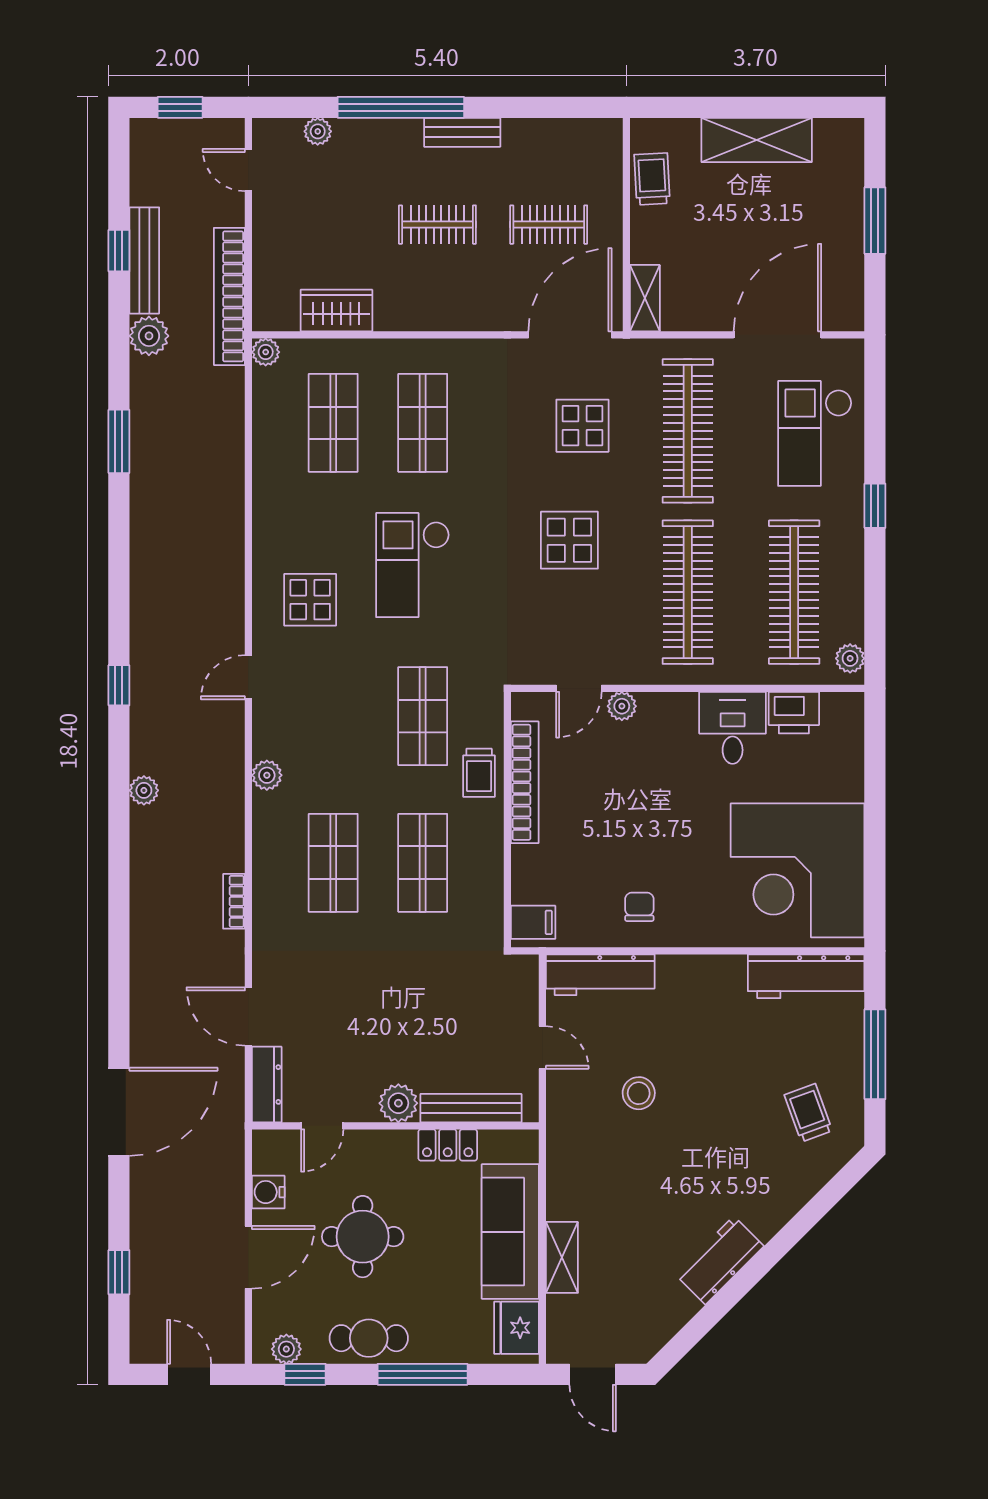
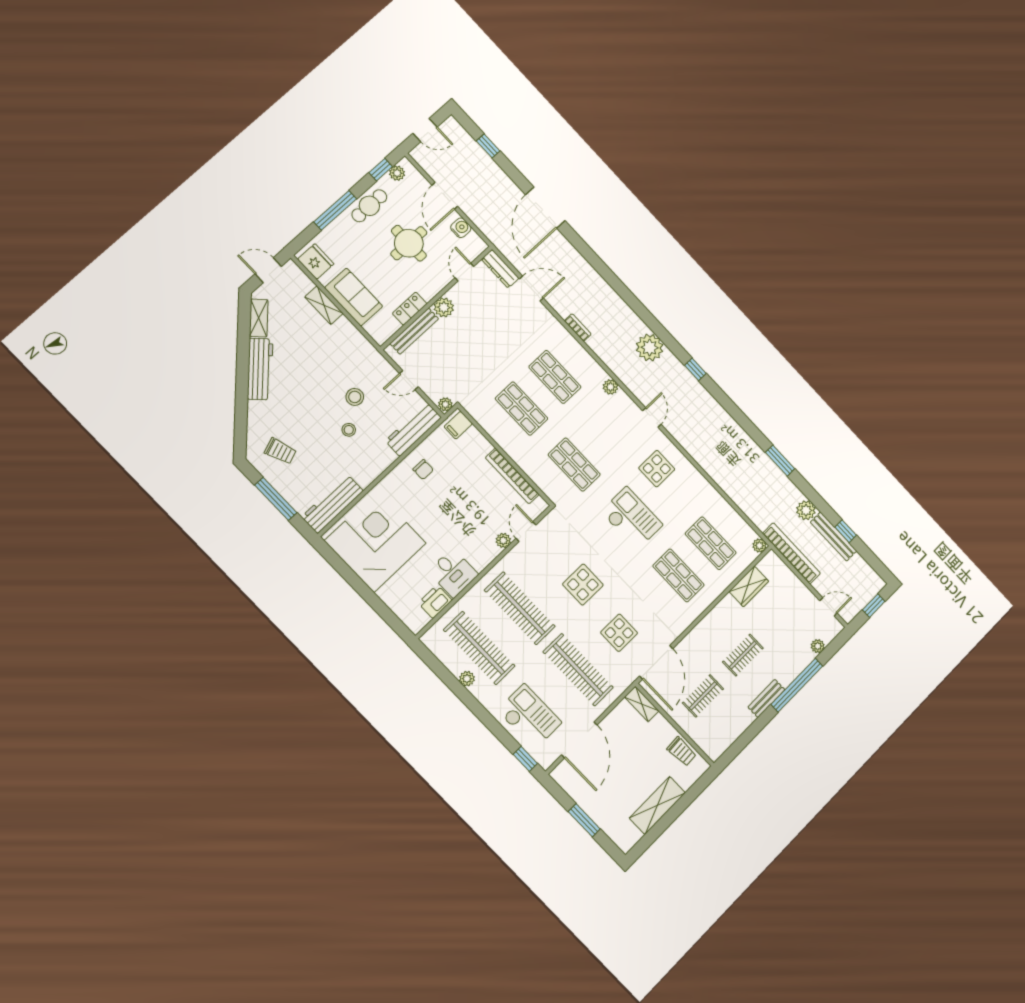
window: (875, 506) -> (525, 759), moved
plant: (850, 658) -> (467, 679), moved
trolley: (479, 773) -> (533, 463), removed
plant: (144, 790) -> (650, 348), width x1.88, depth x1.88
plant: (524, 968) -> (445, 404), added
stool: (689, 1056) -> (349, 430), added
sofa: (510, 1232) -> (354, 297), width x0.73
workbench: (720, 1260) -> (260, 369), width x1.37
shelving: (667, 1321) -> (259, 318), added

